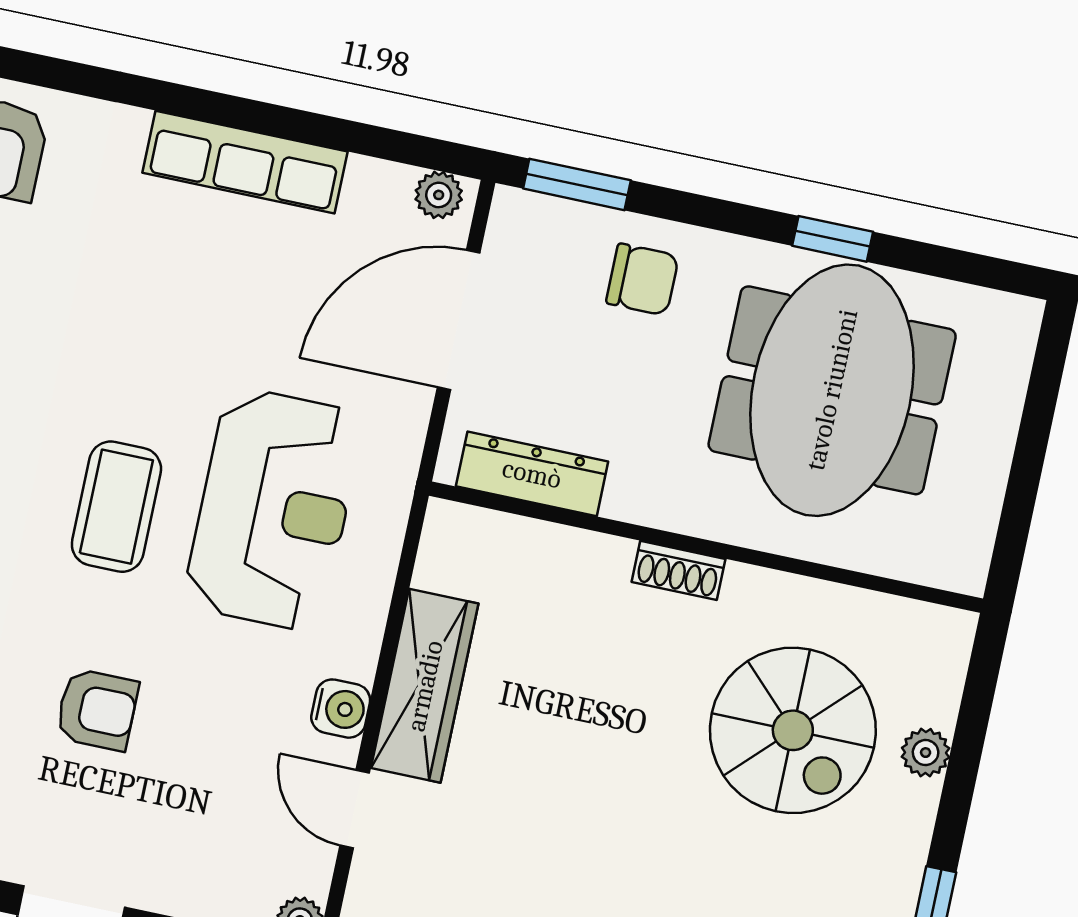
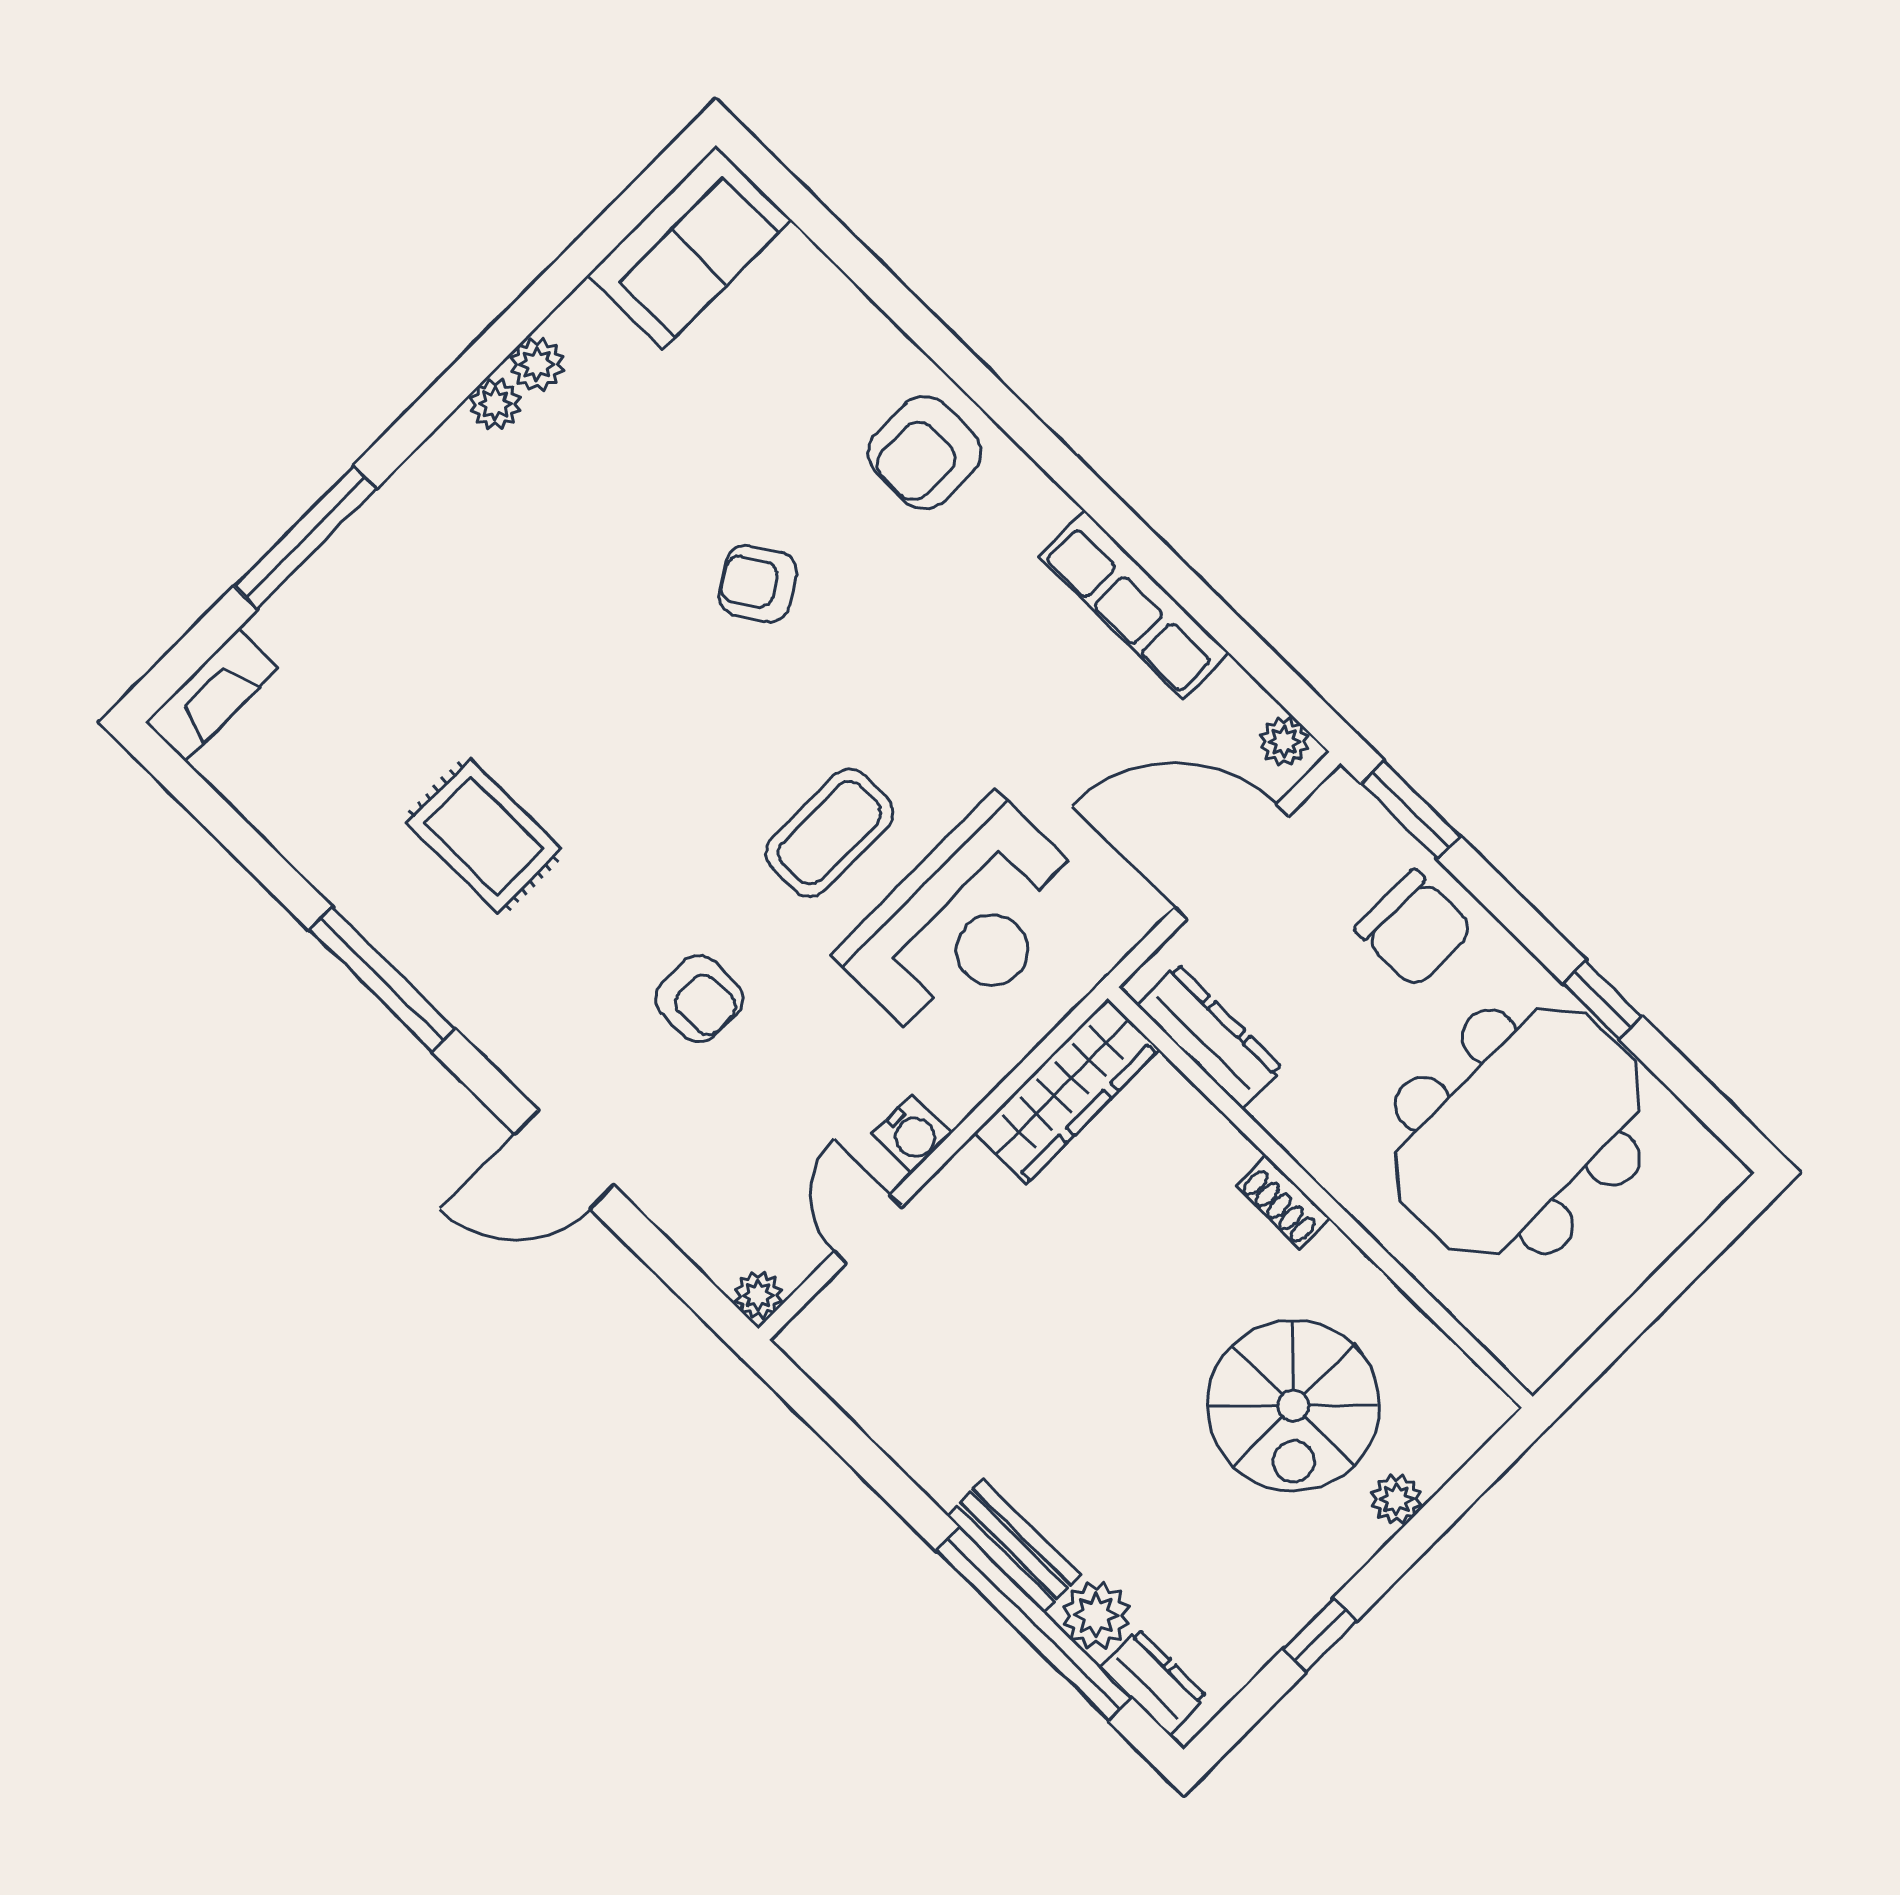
chair: (642, 279) -> (1414, 929), width x1.37, depth x1.37
wardrobe: (425, 686) -> (1067, 1091), moved

